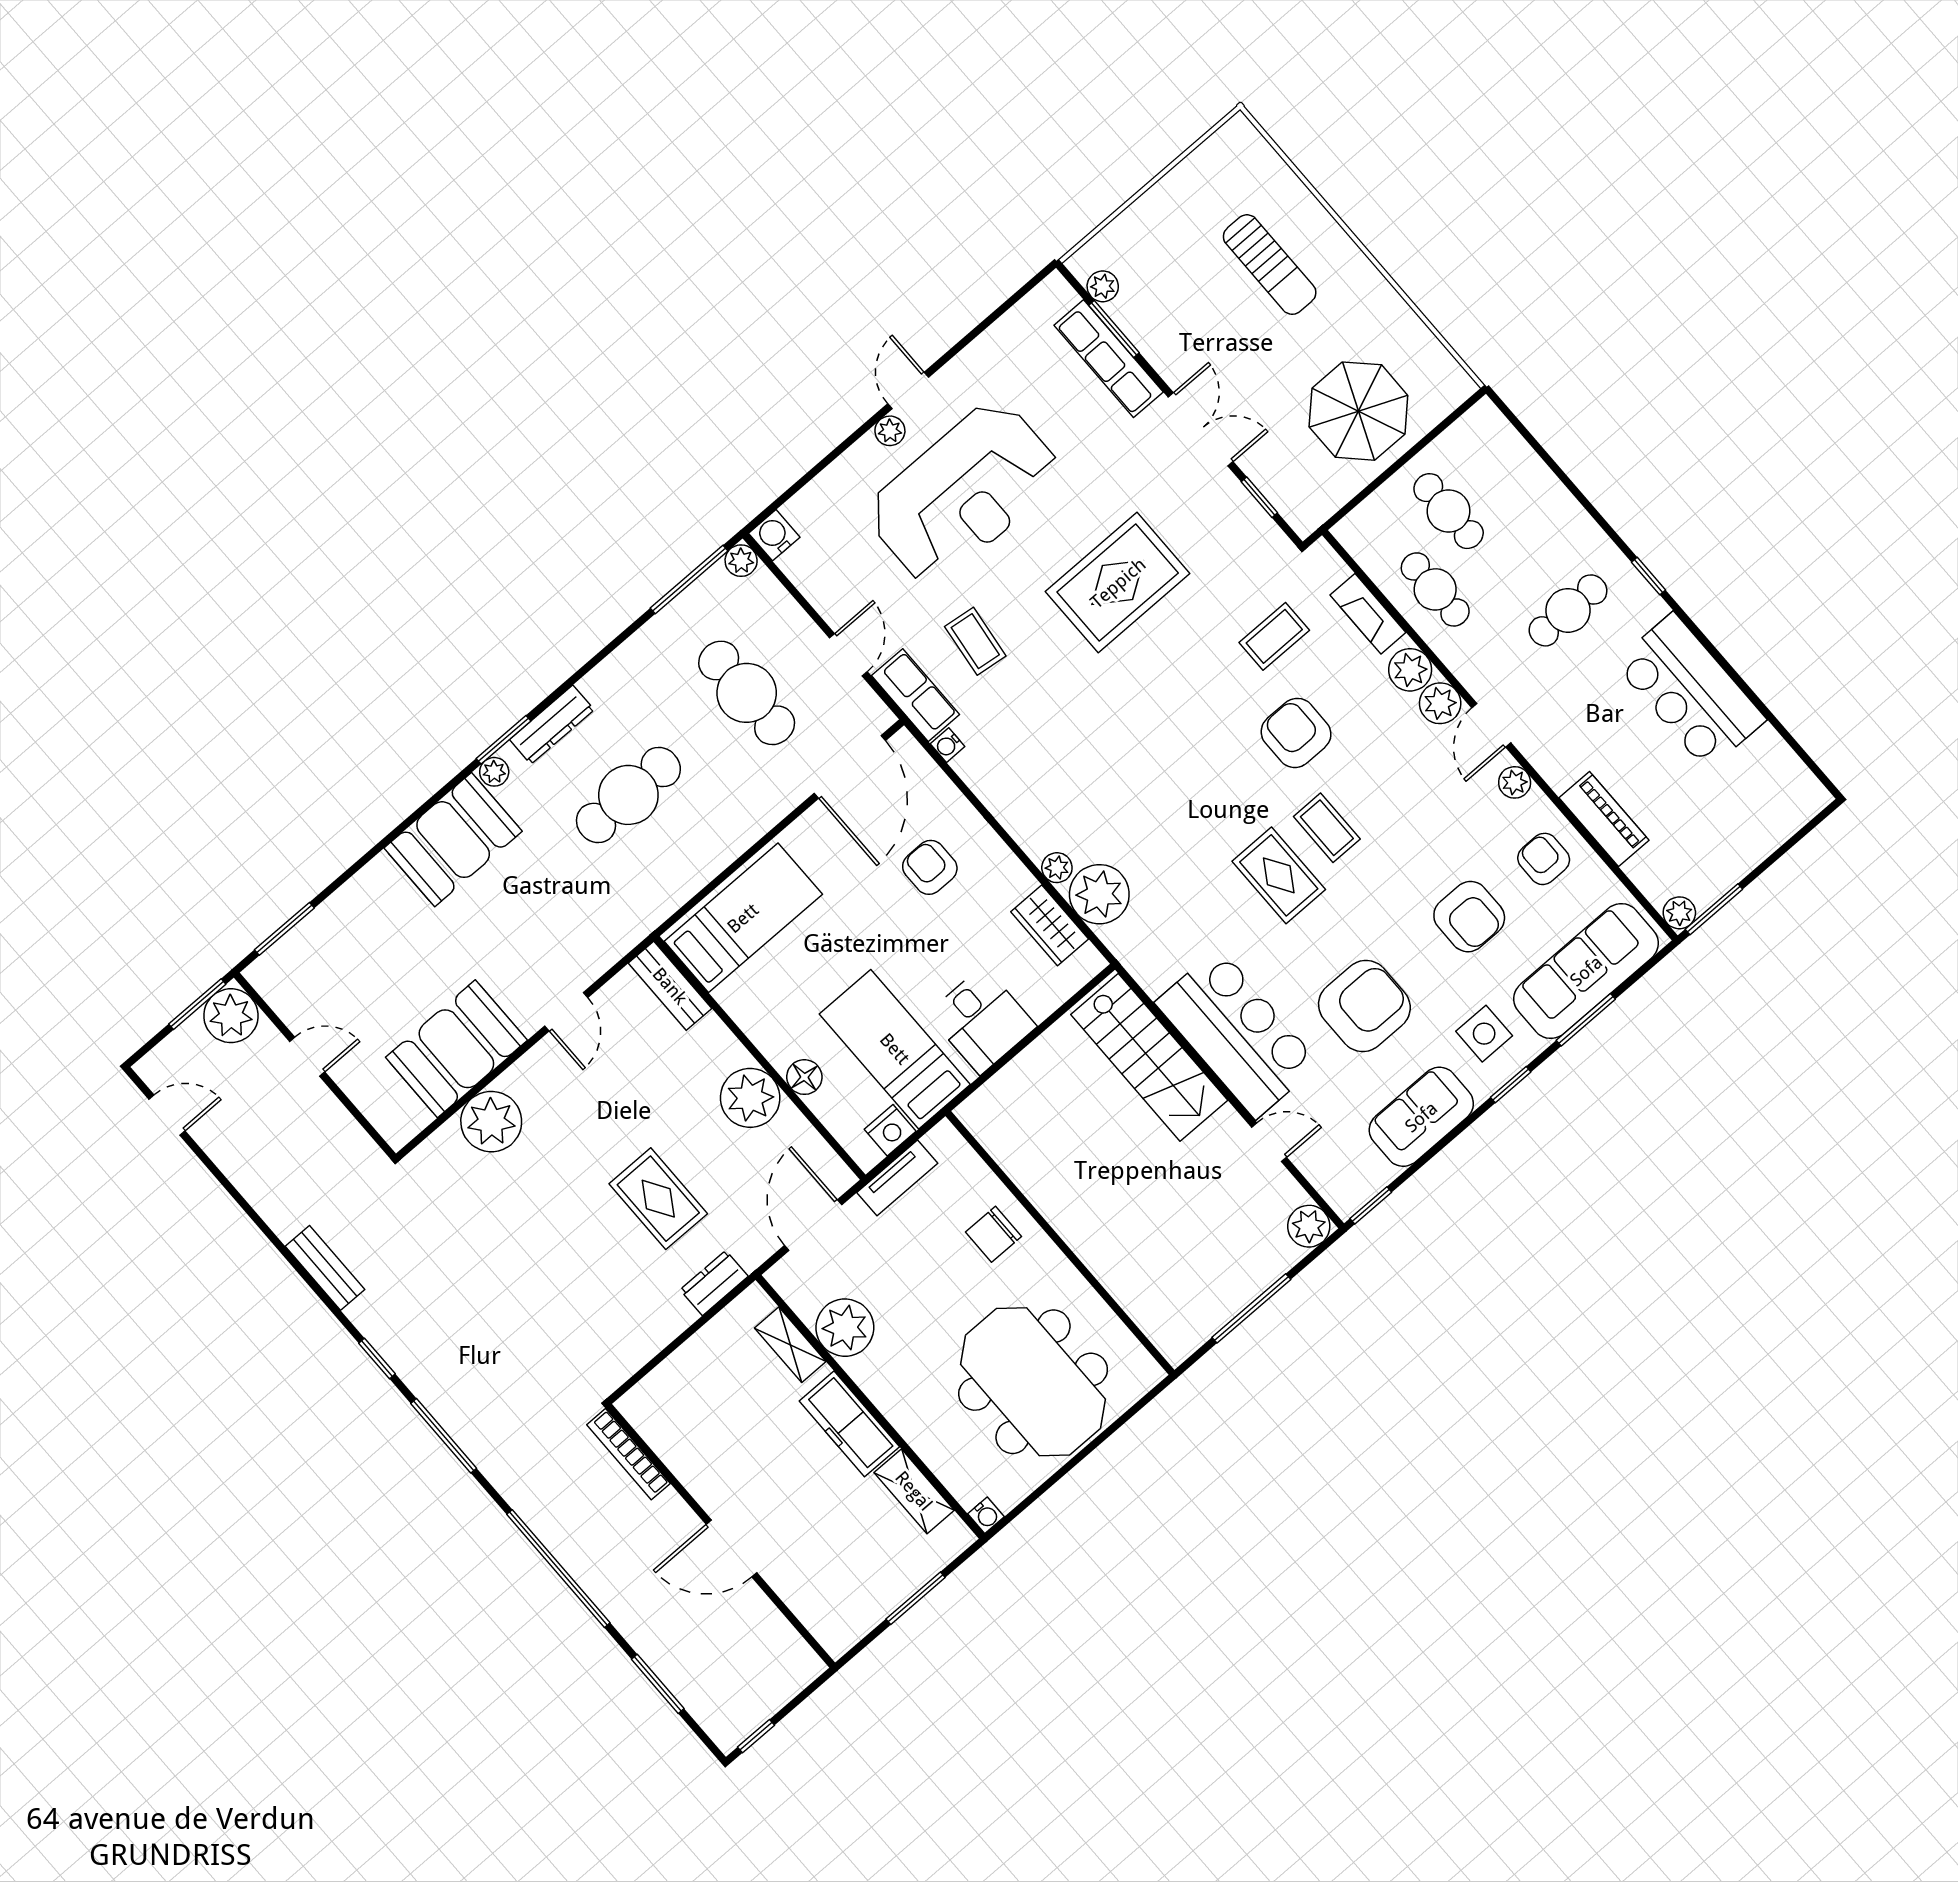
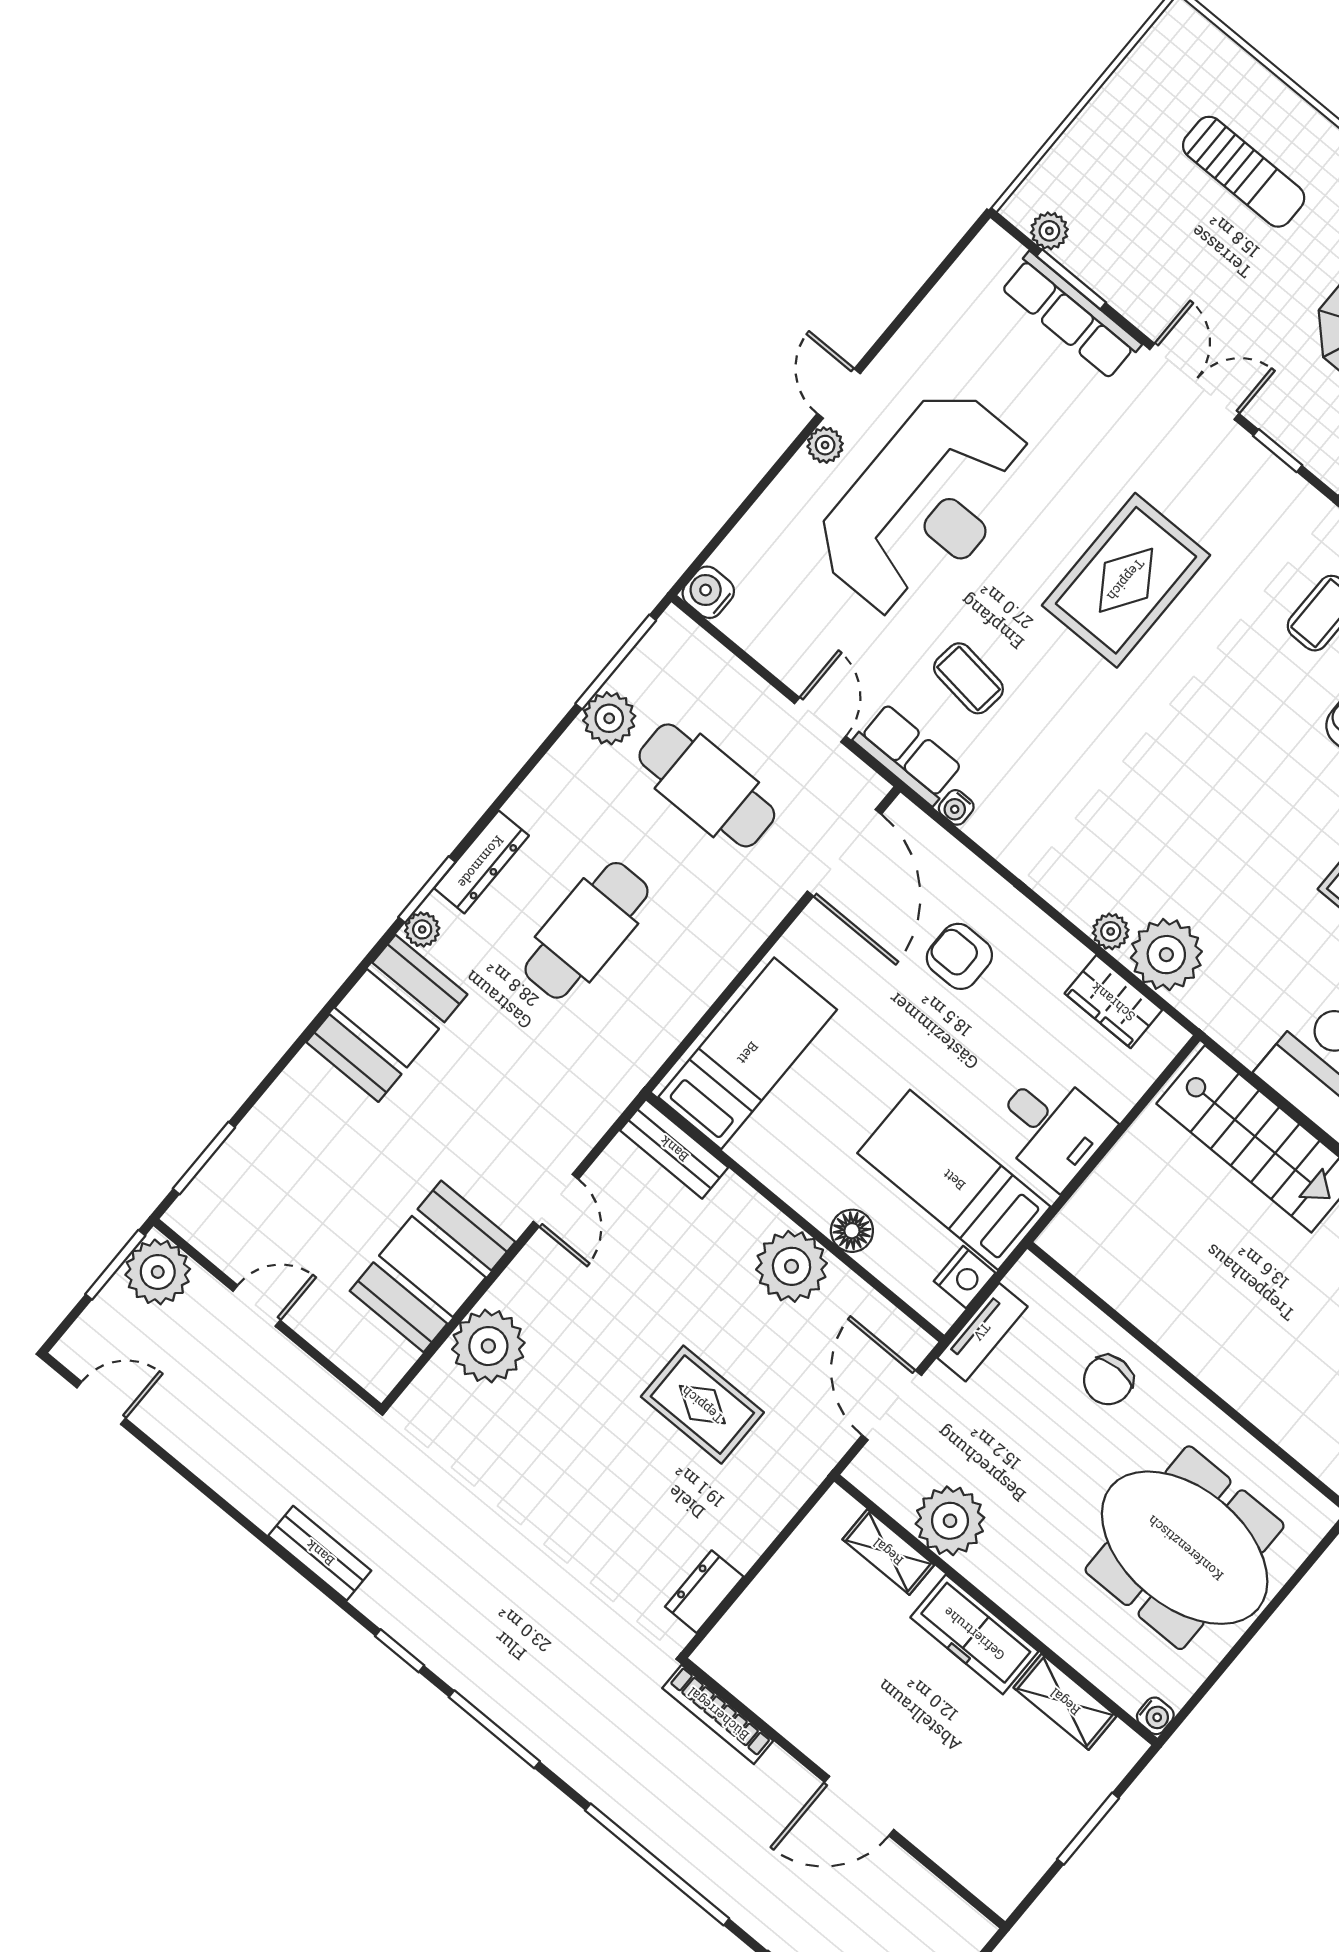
plant: (741, 561) -> (609, 718), moved, width x1.38, depth x1.38
dresser: (714, 1283) -> (704, 1592), moved

